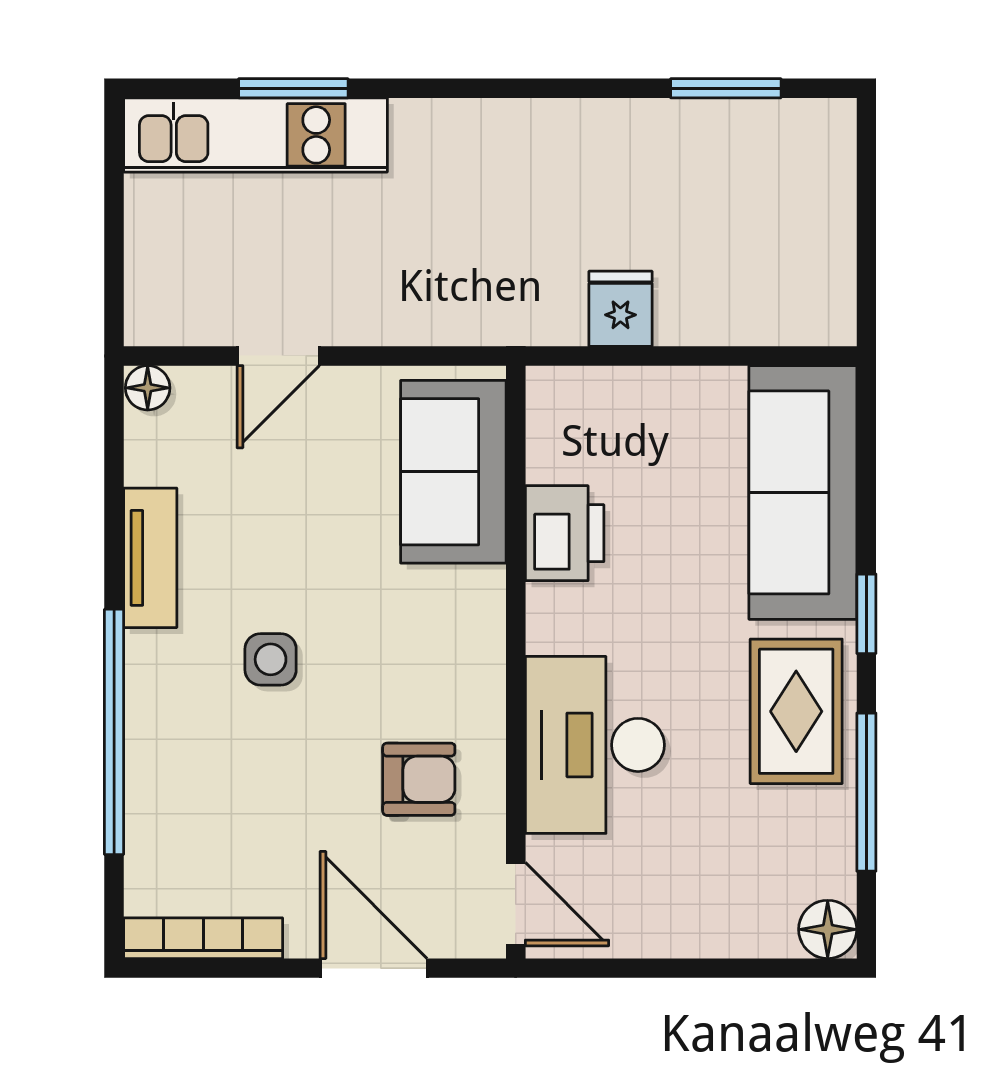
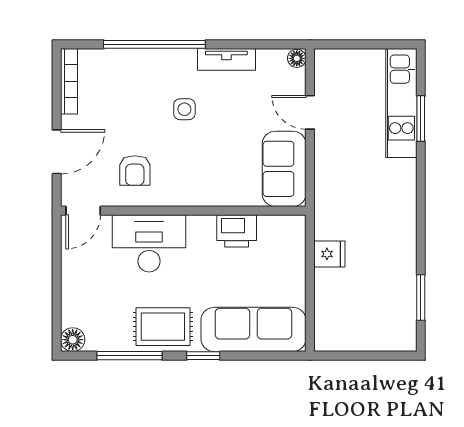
sofa: (453, 472) -> (284, 169), moved, turned -90

